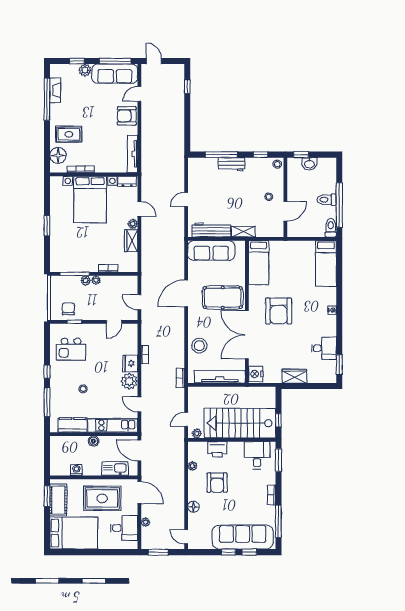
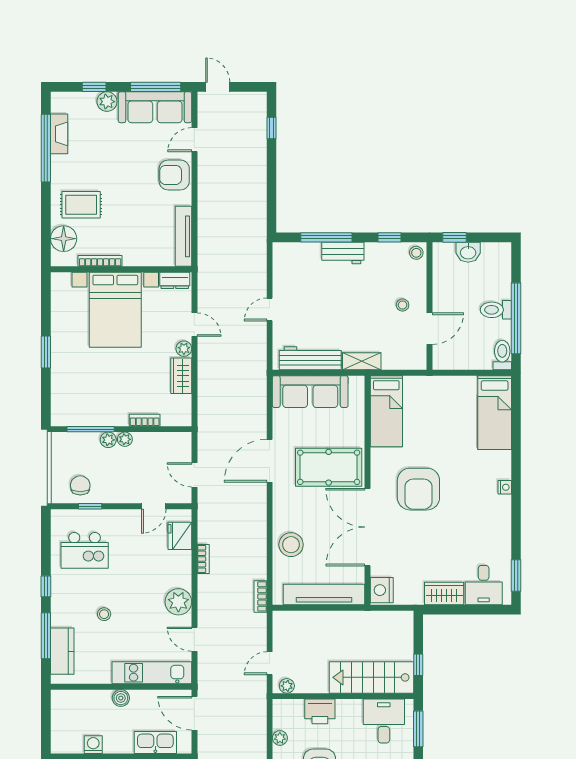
desk: (324, 348) -> (484, 585), moved, turned 90
fridge: (130, 364) -> (180, 536), moved
stairs: (240, 423) -> (371, 677), width x0.73, depth x0.66
kitchen counter: (73, 425) -> (62, 651), moved, turned 90

